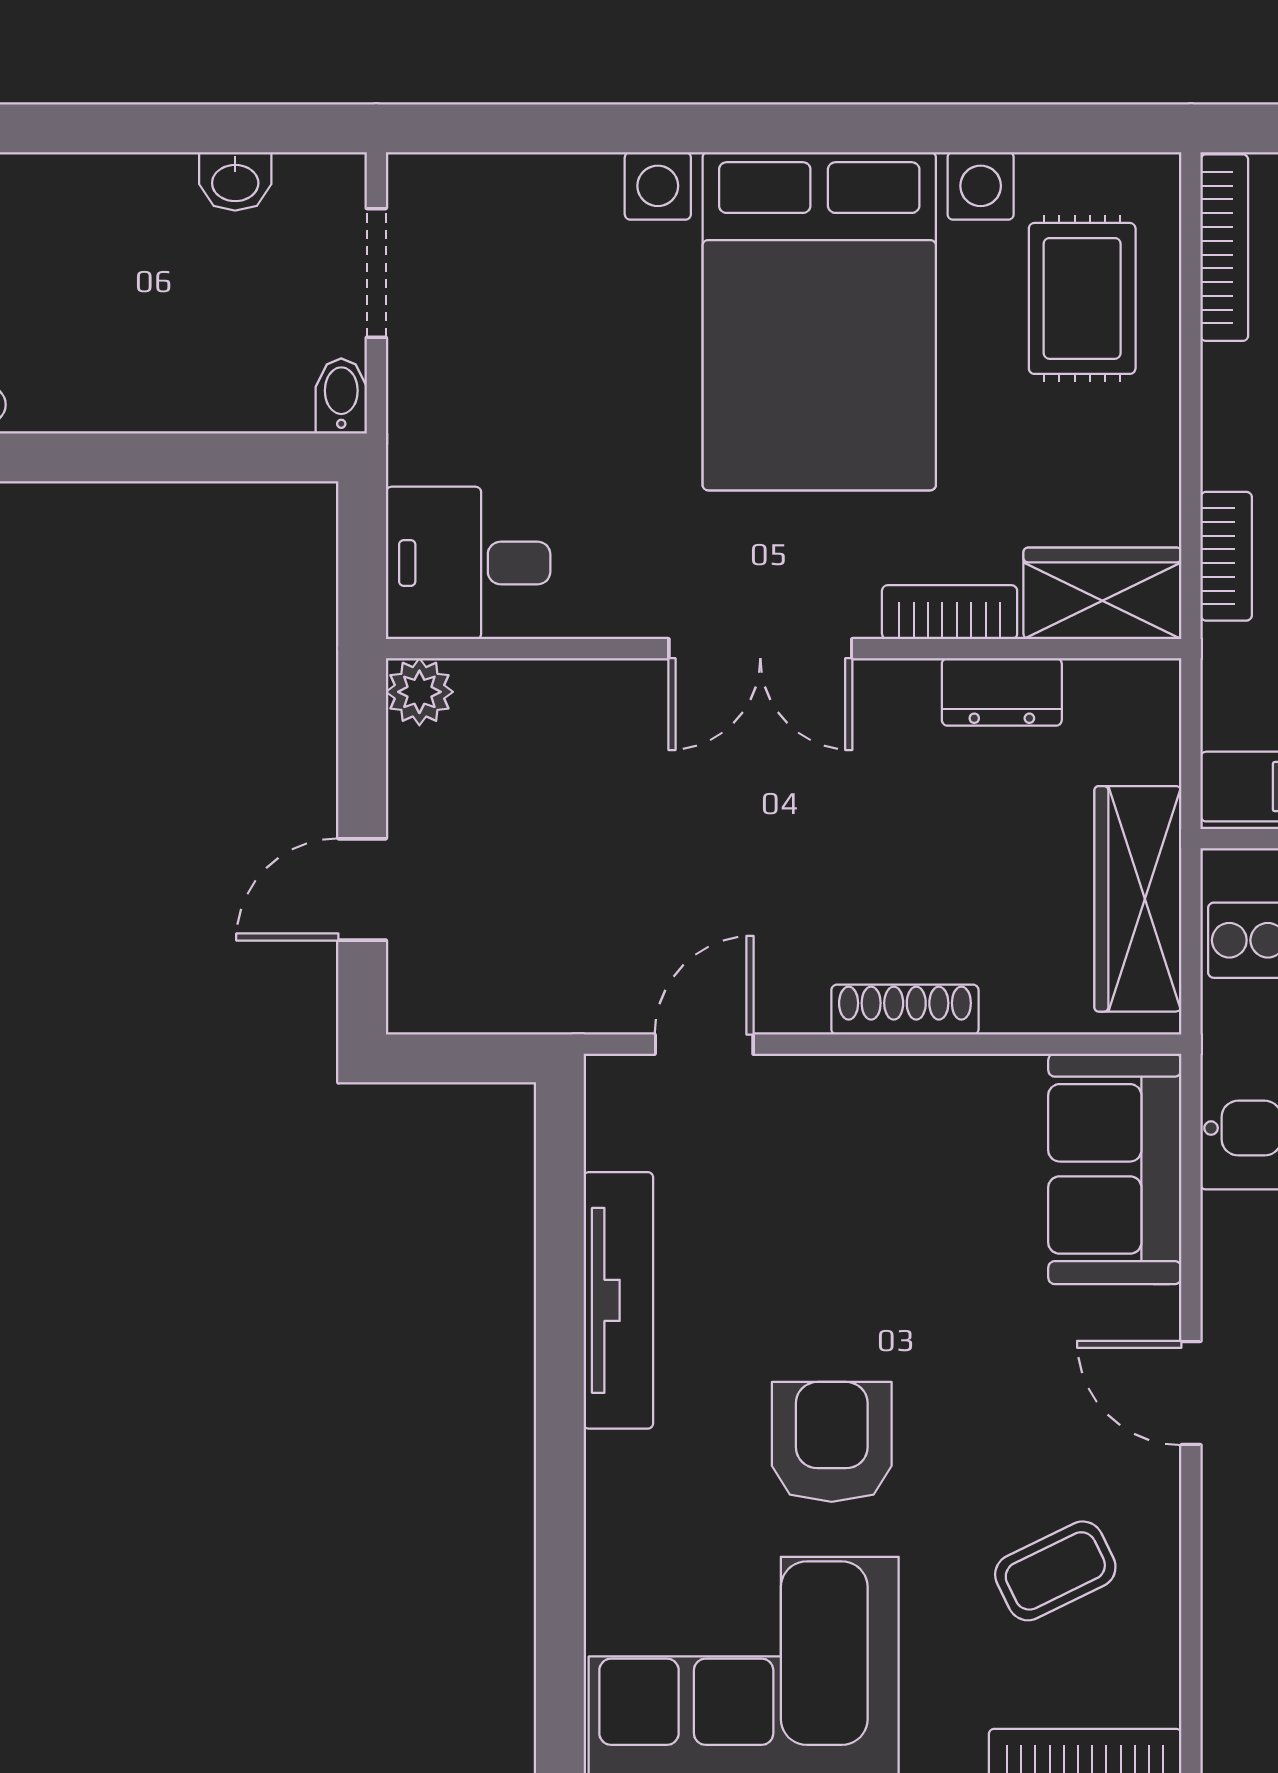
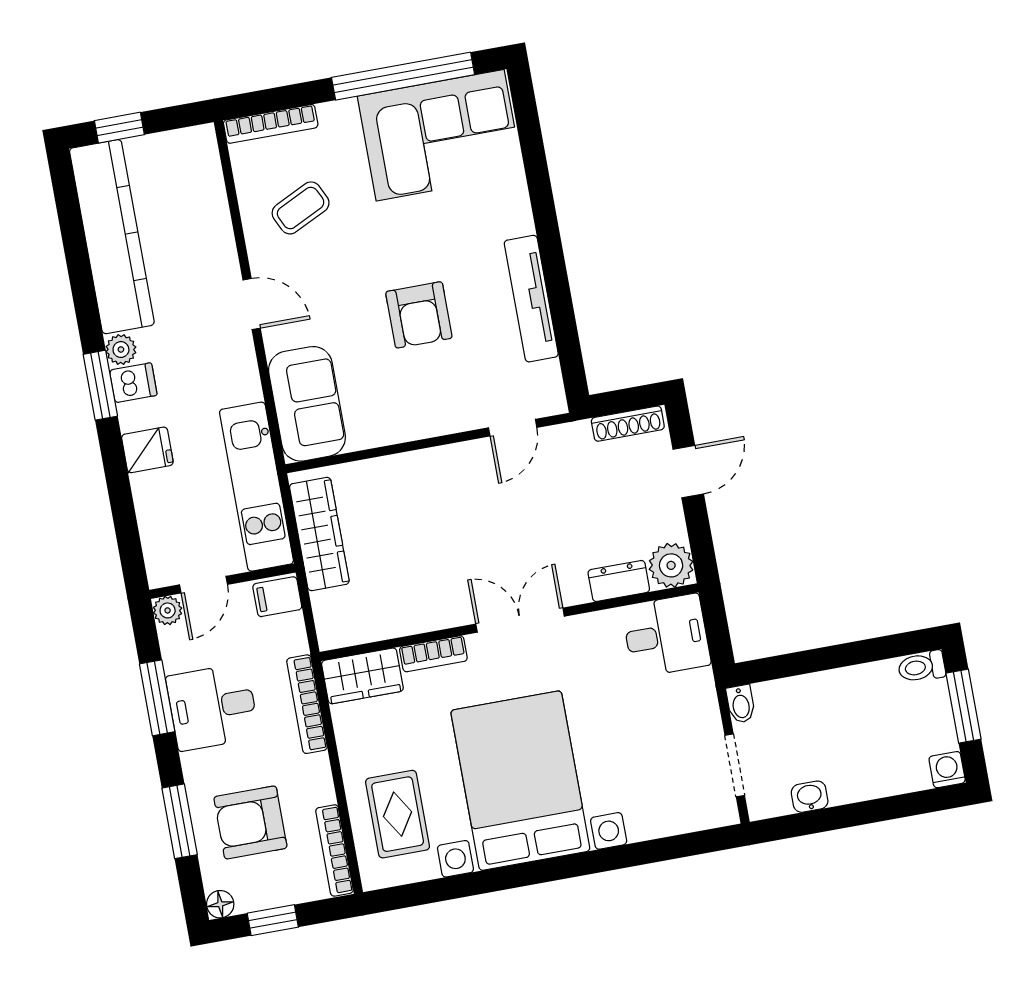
bookcase: (1226, 556) -> (307, 704), width x1.56
plant: (419, 692) -> (671, 565), width x1.38, depth x1.38
dresser: (1002, 692) -> (619, 581), moved
shoe rack: (905, 1010) -> (628, 424), moved
armchair: (832, 1442) -> (419, 315), moved

